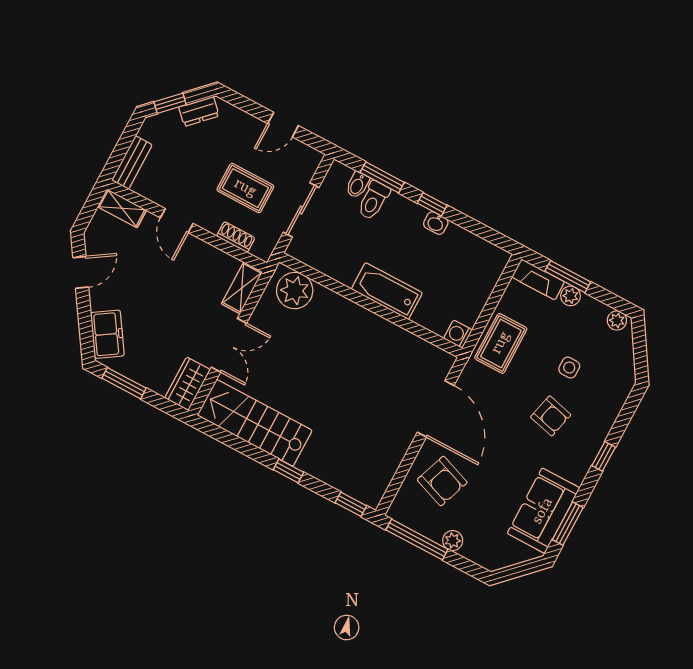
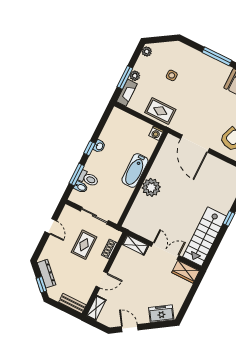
dresser: (199, 111) -> (47, 274), width x1.44
plant: (295, 291) -> (151, 187), moved
window: (124, 383) -> (186, 304), removed
door: (436, 409) -> (195, 144), swing flipped
armchair: (551, 416) -> (197, 84), removed
window: (604, 456) -> (217, 56), width x2.17

